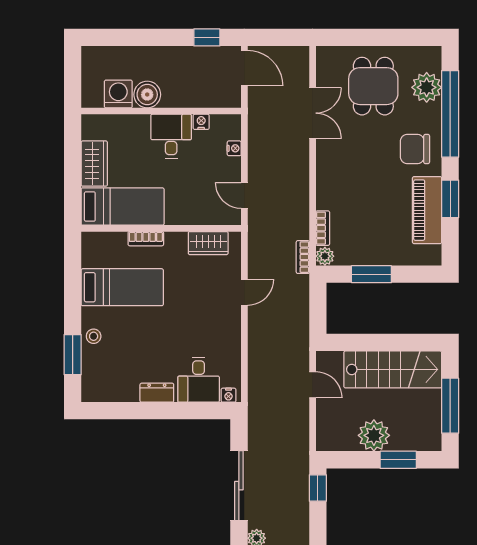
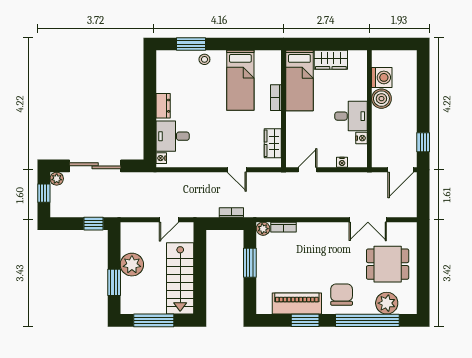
bookcase: (303, 257) -> (231, 213), moved

